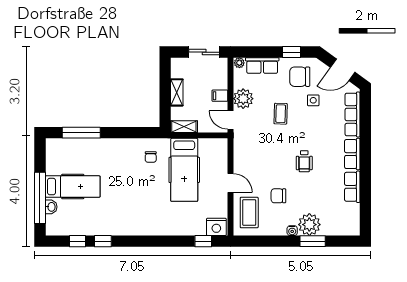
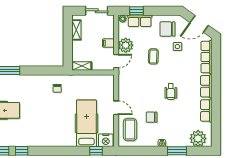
window: (292, 52) -> (137, 11), moved
shelving: (177, 92) -> (76, 30), moved
door: (230, 120) -> (116, 61), swing flipped
hospital bed: (184, 170) -> (86, 123), moved, turned 180
plant: (309, 225) -> (198, 138), moved

